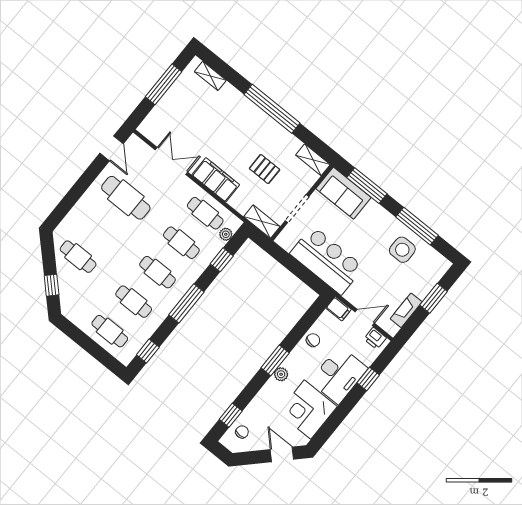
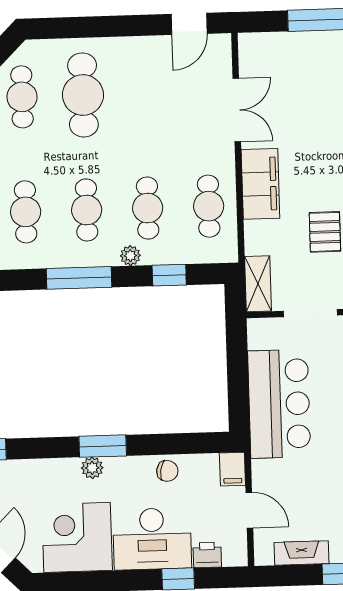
cafe table: (126, 198) -> (83, 95), moved
plant: (226, 234) -> (130, 256), moved
printer: (375, 338) -> (207, 555), moved, turned 90

